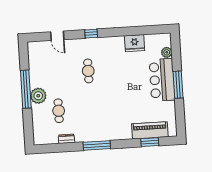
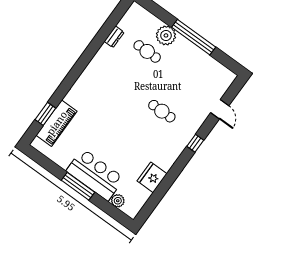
door: (57, 36) -> (220, 109), swing flipped
plant: (38, 96) -> (166, 35), moved
window: (97, 145) -> (84, 61), removed

